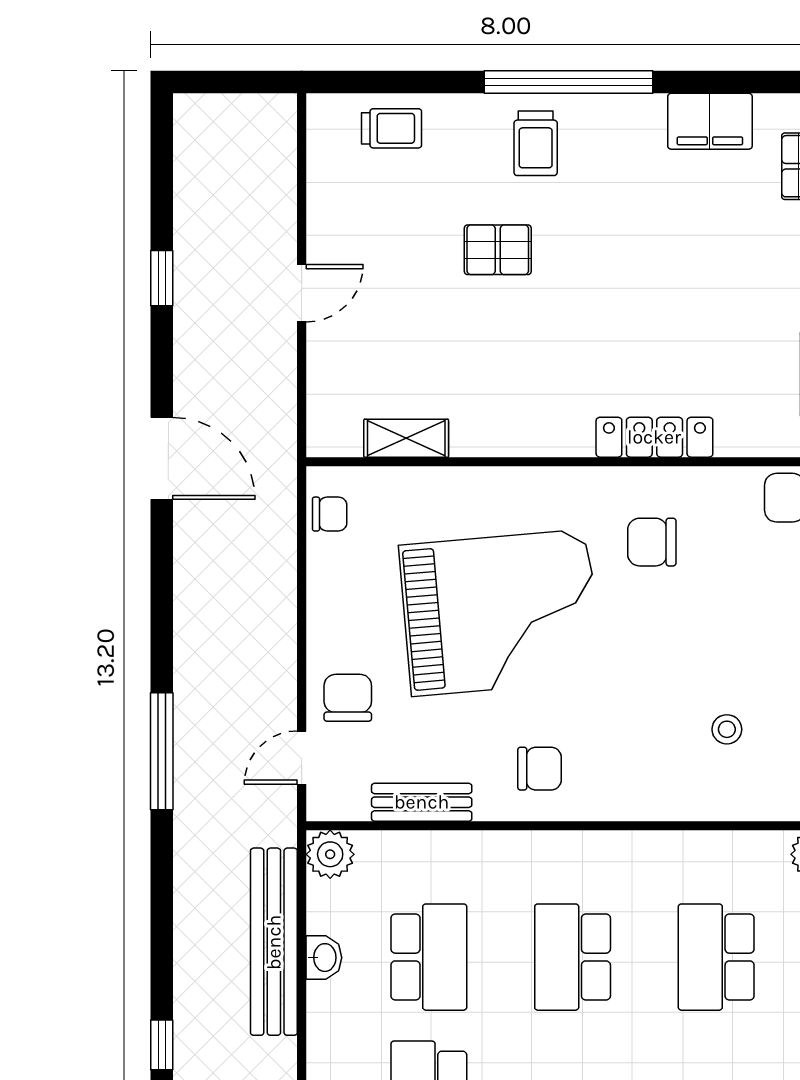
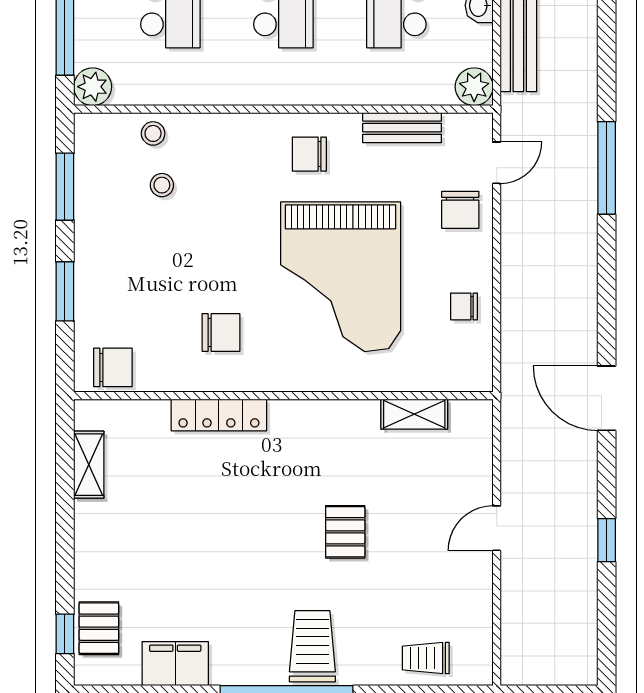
trolley: (536, 143) -> (312, 646), width x1.36, depth x1.39
pallet: (498, 250) -> (345, 532), moved, turned 90
chair: (330, 514) -> (464, 306), moved
grand piano: (500, 613) -> (341, 277), turned -85
stool: (738, 795) -> (153, 133), added

